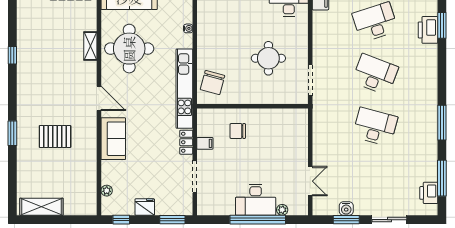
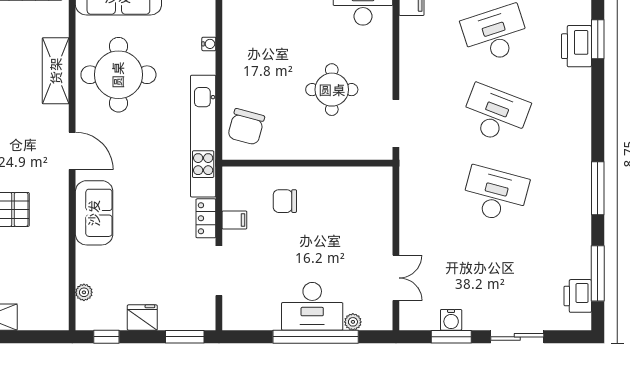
shelving: (90, 46) -> (56, 71), width x1.50, depth x1.33

